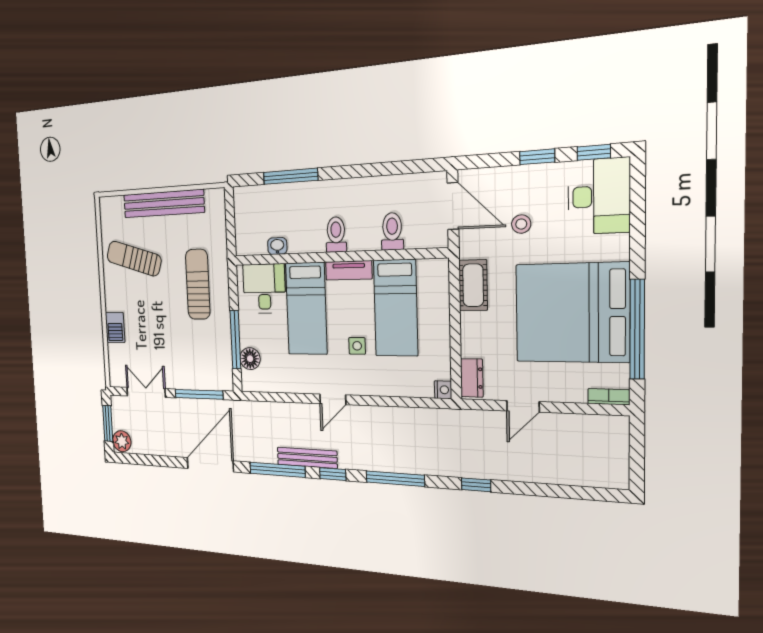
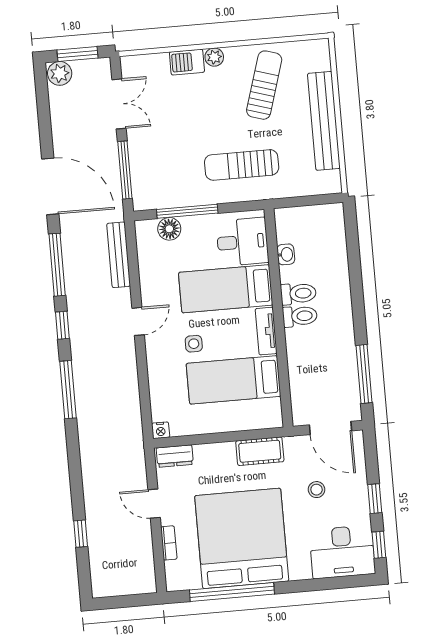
window: (290, 176) -> (364, 374), moved
door: (453, 206) -> (330, 428), hinge flipped
toilet: (392, 231) -> (298, 294), moved
sun lounger: (198, 284) -> (242, 165), turned 180
plant: (112, 303) -> (214, 57), added
bookcase: (609, 397) -> (169, 543), moved
door: (333, 399) -> (138, 321), swing flipped
bench: (307, 458) -> (119, 255), moved
window: (476, 485) -> (81, 534), moved

